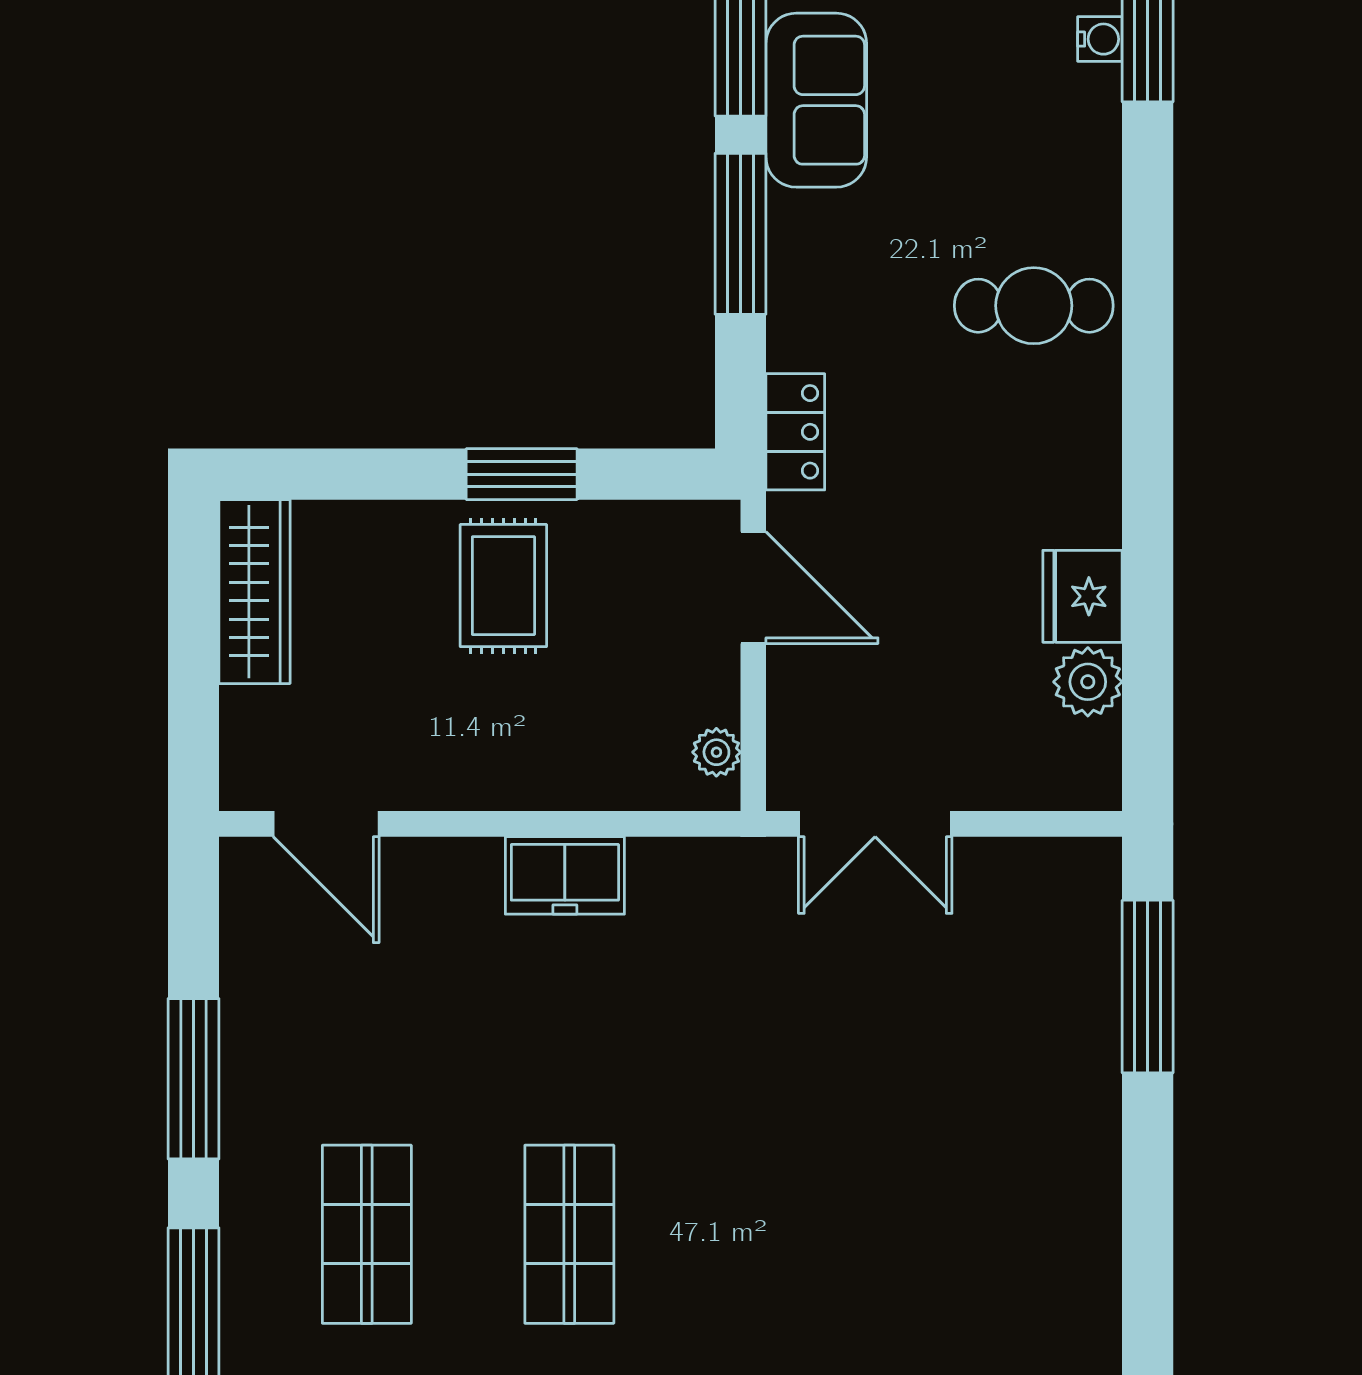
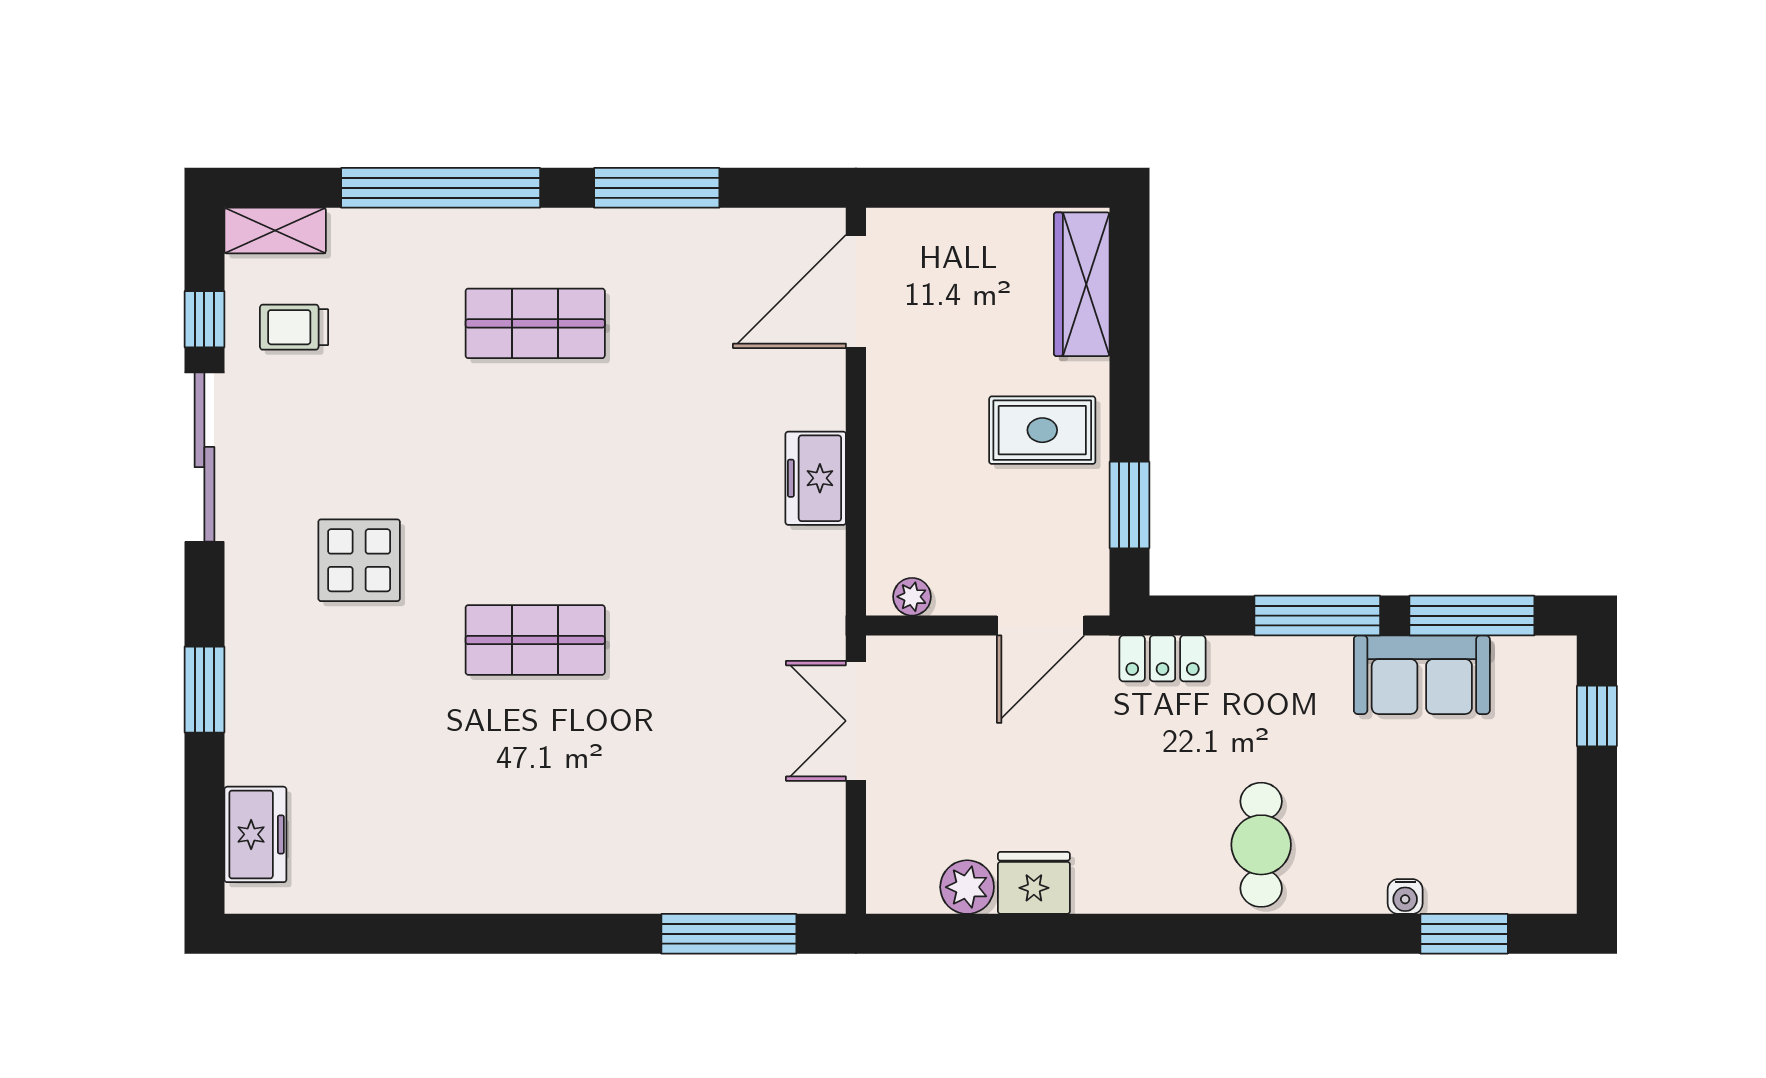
water cooler: (1100, 39) -> (1405, 896), moved
window: (522, 474) -> (1129, 505), moved
wardrobe: (254, 592) -> (1082, 284), moved, turned 90
door: (326, 824) -> (856, 292), width x1.36
shop shelf: (569, 1234) -> (535, 640), moved

